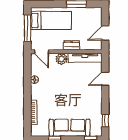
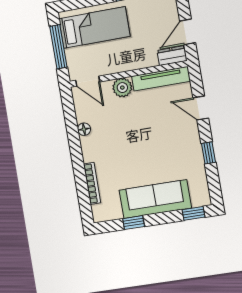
dresser: (72, 45) -> (172, 56), moved
door: (105, 79) -> (201, 108), hinge flipped
window: (105, 121) -> (209, 153), moved

